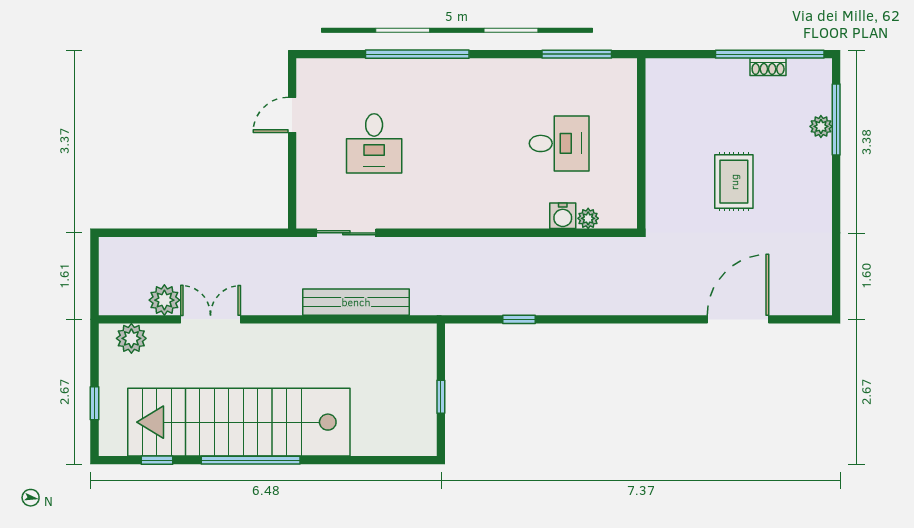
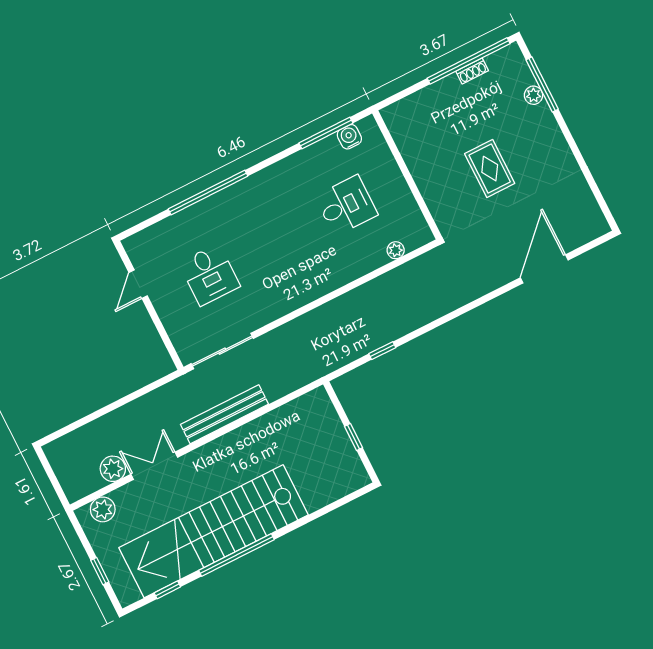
water cooler: (563, 216) -> (349, 137), moved, turned 180
sliding door: (346, 233) -> (222, 351), width x1.37
bench: (356, 302) -> (225, 414), moved

